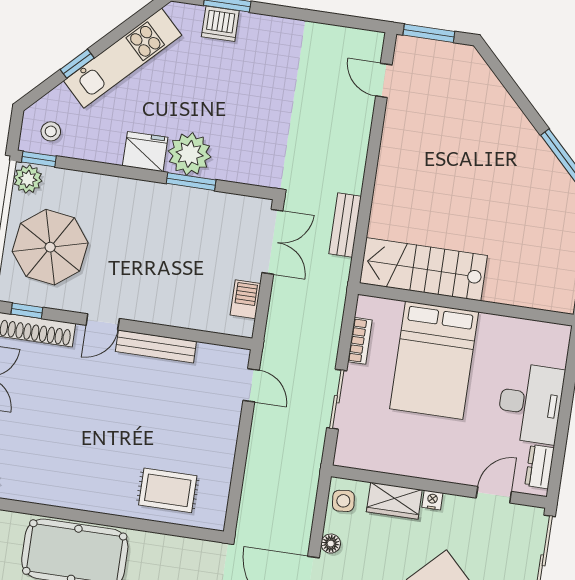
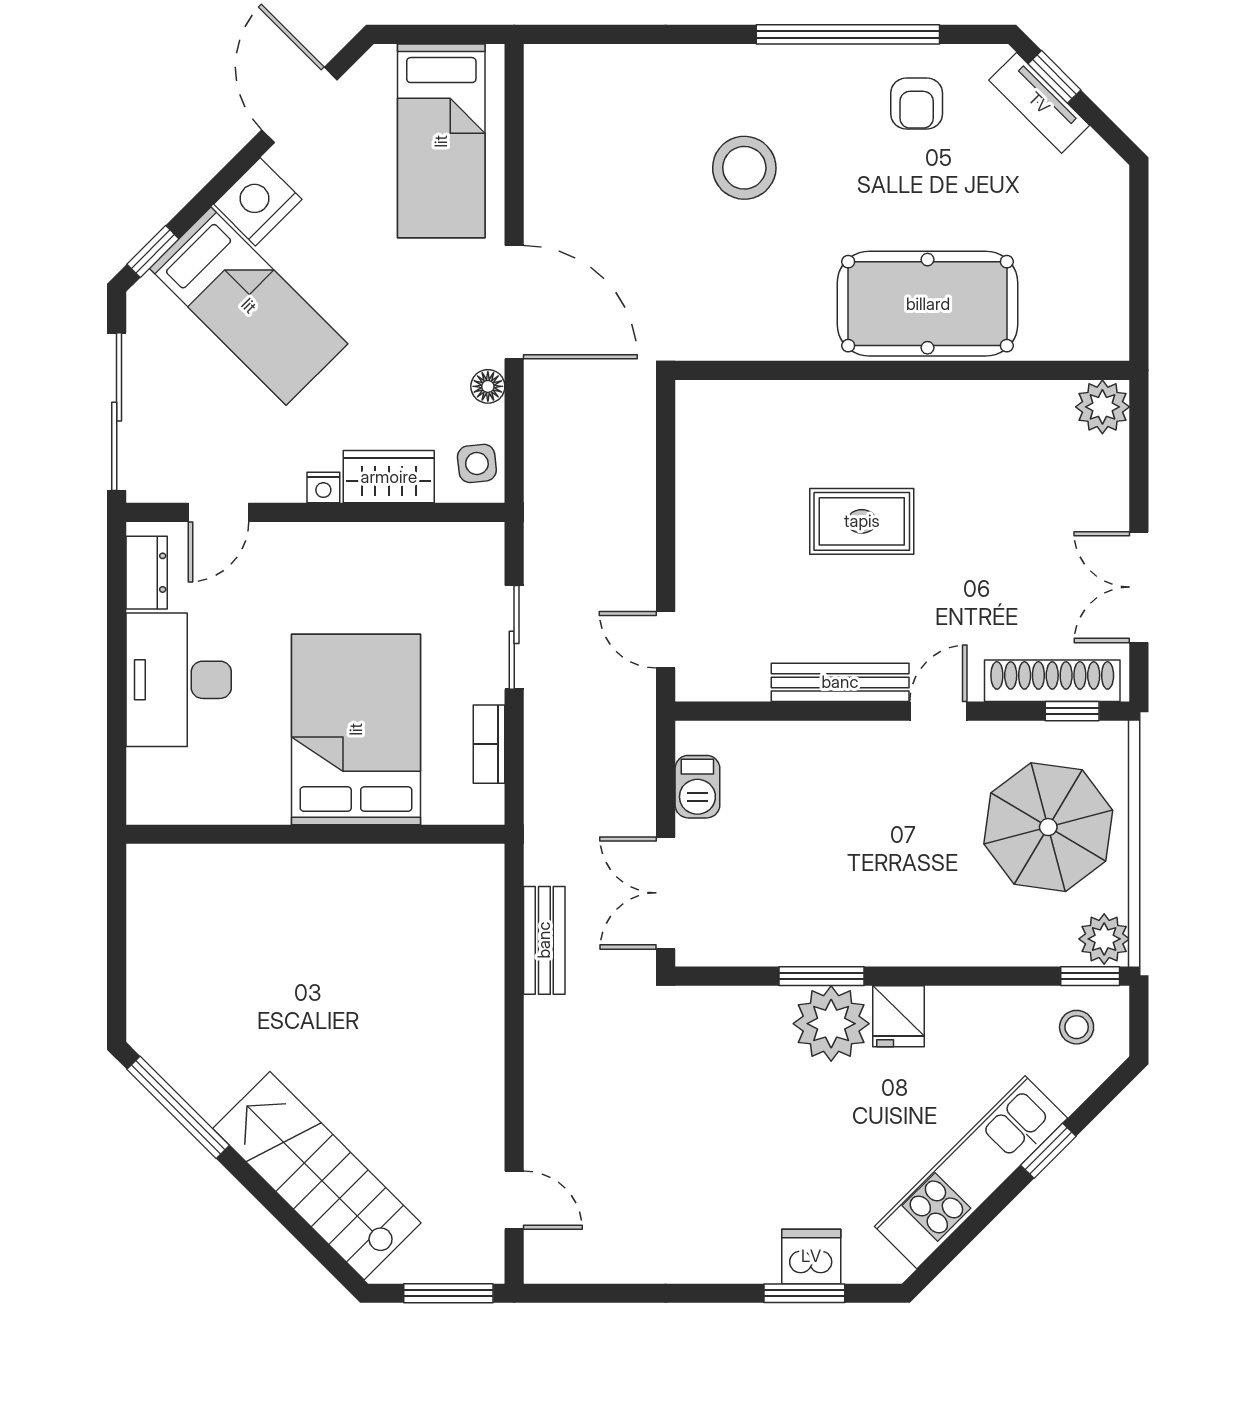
fridge: (145, 152) -> (899, 1016), width x0.72
stairs: (423, 269) -> (317, 1176), moved, turned -135
rug: (168, 490) -> (862, 521), moved

